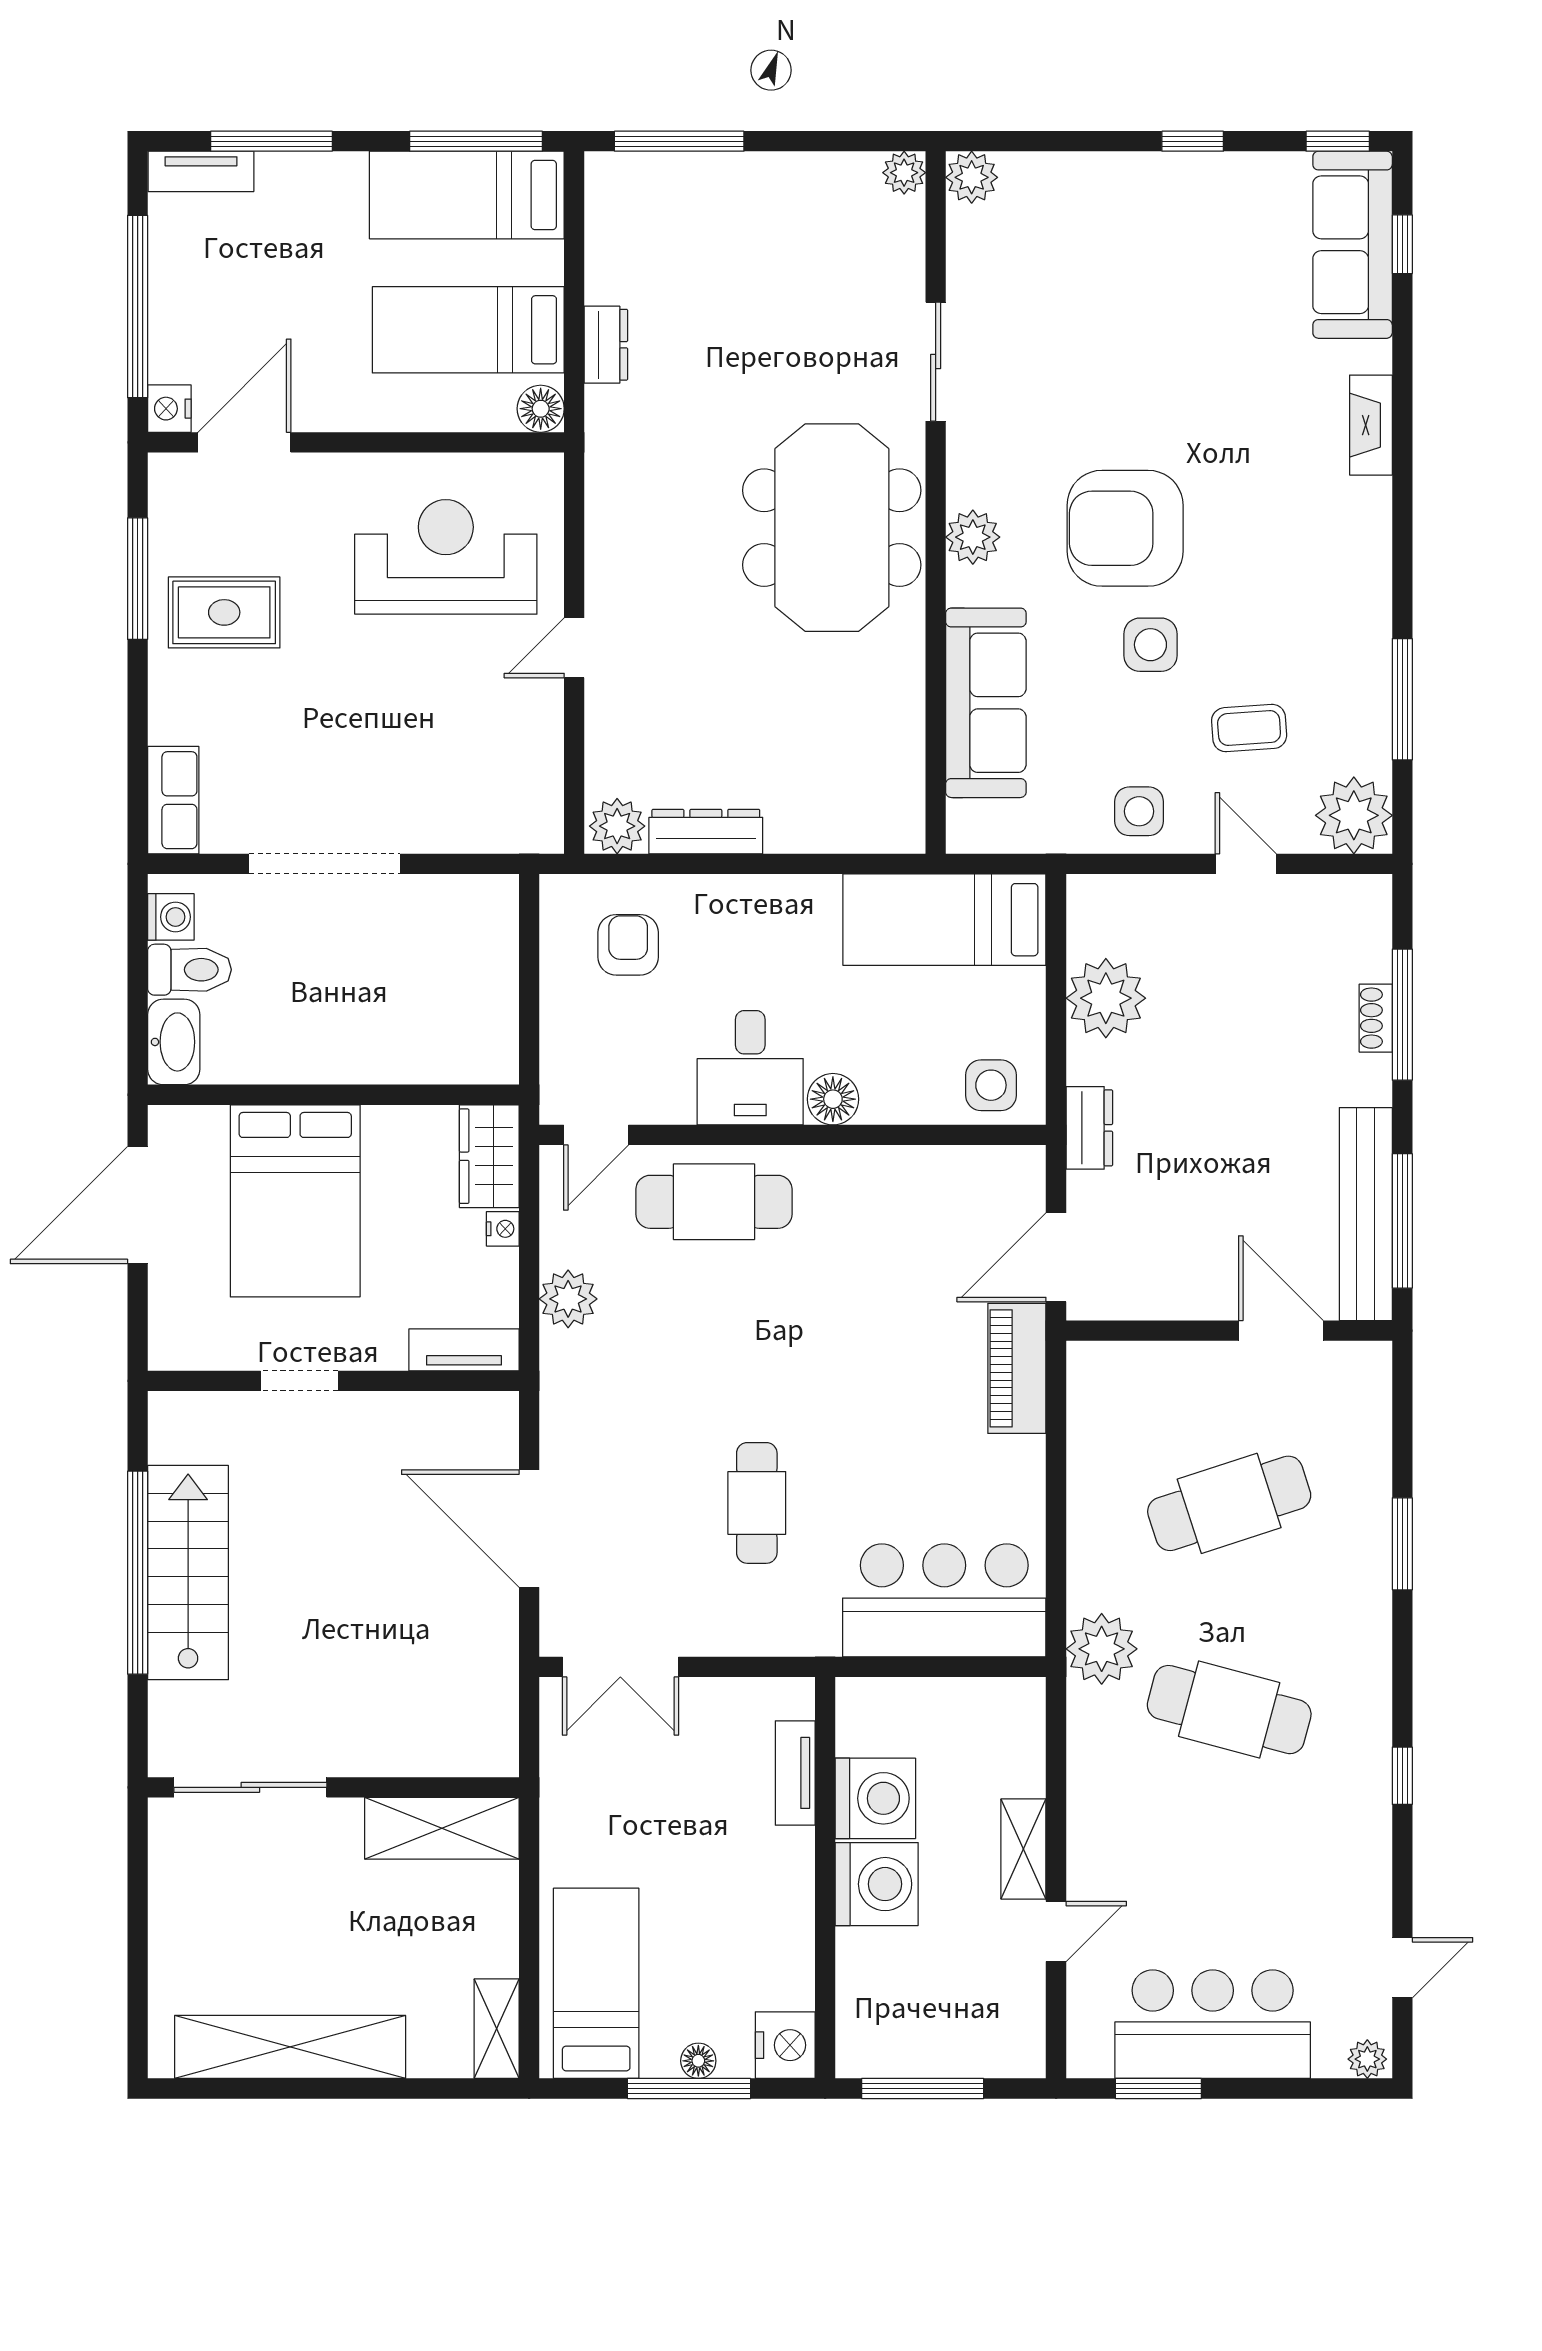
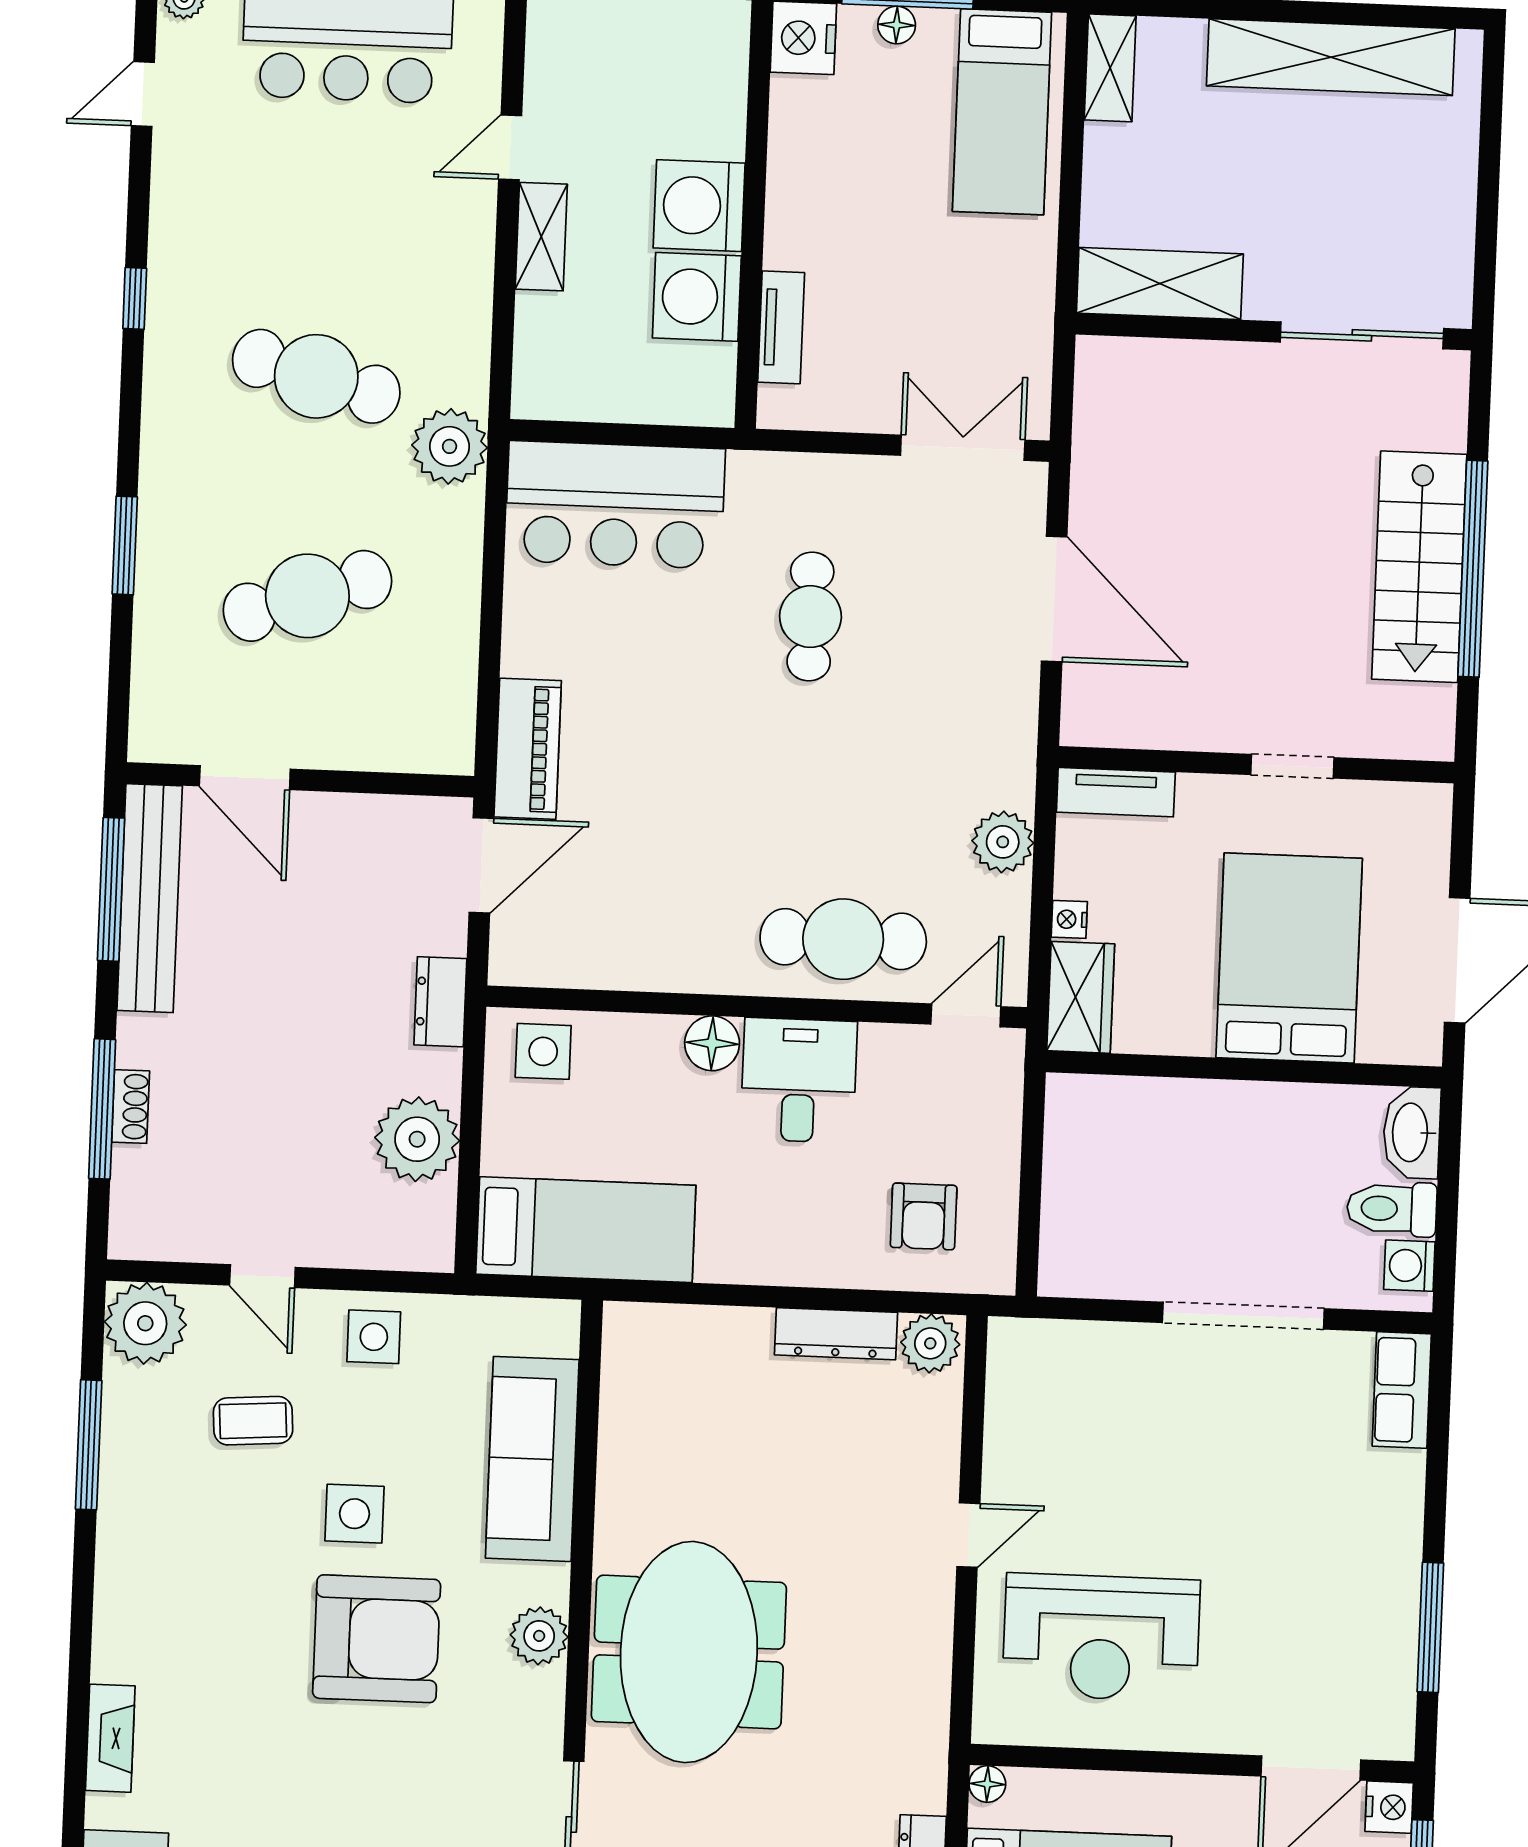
floor lamp: (541, 409) -> (987, 1784), width x0.73, depth x0.73
rug: (224, 612) -> (1340, 1588), removed

